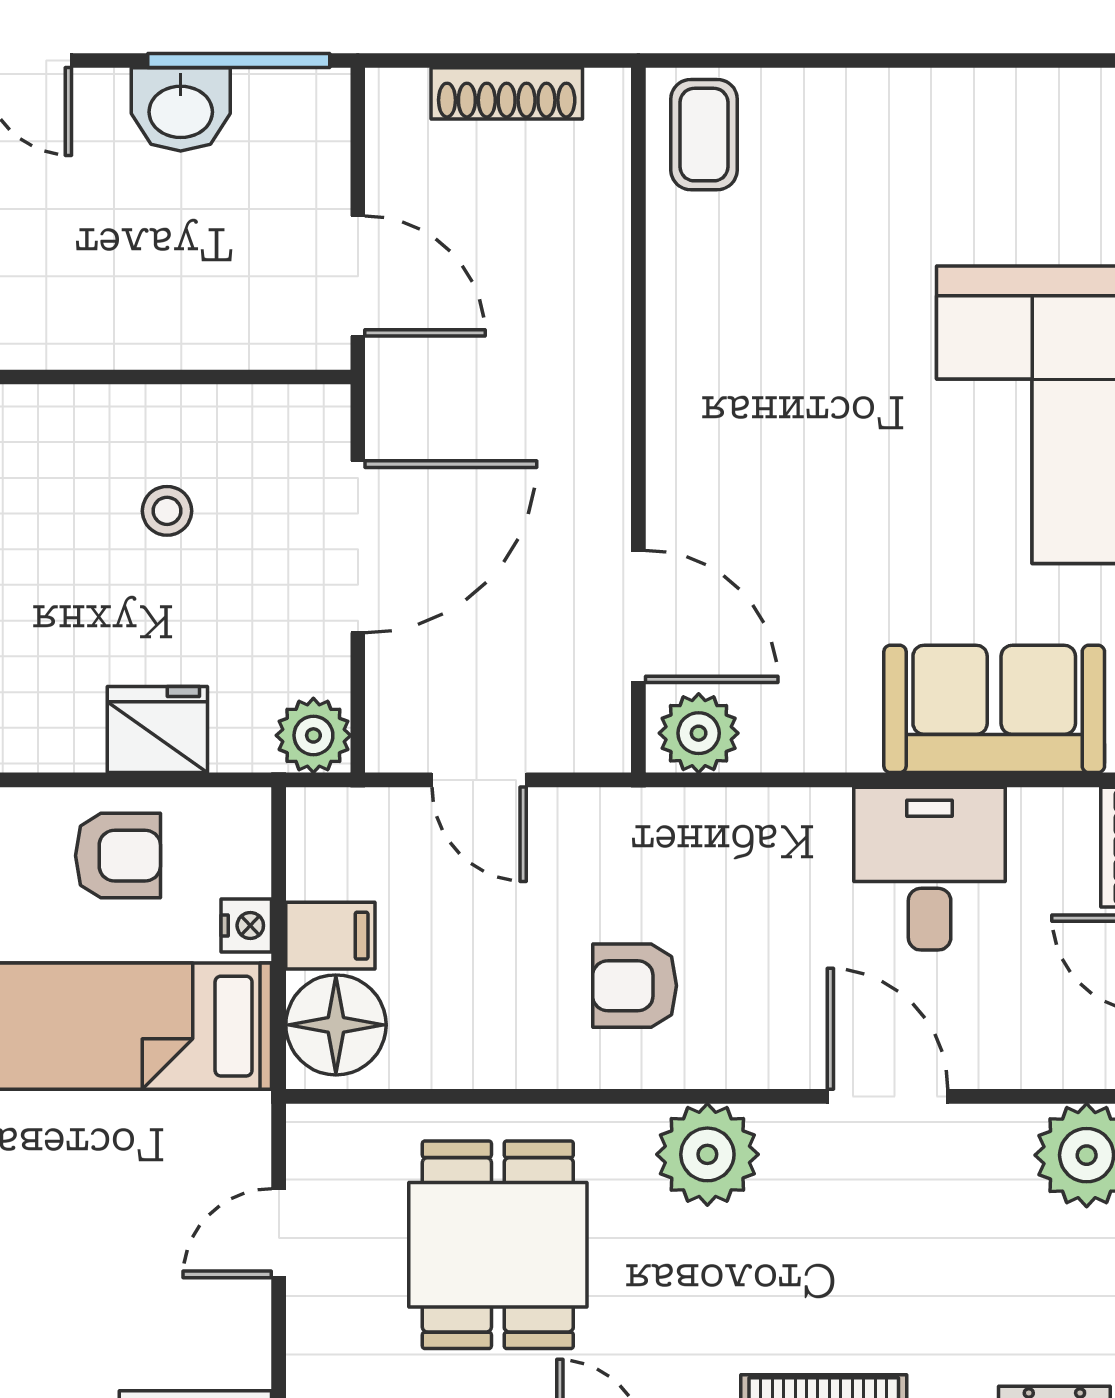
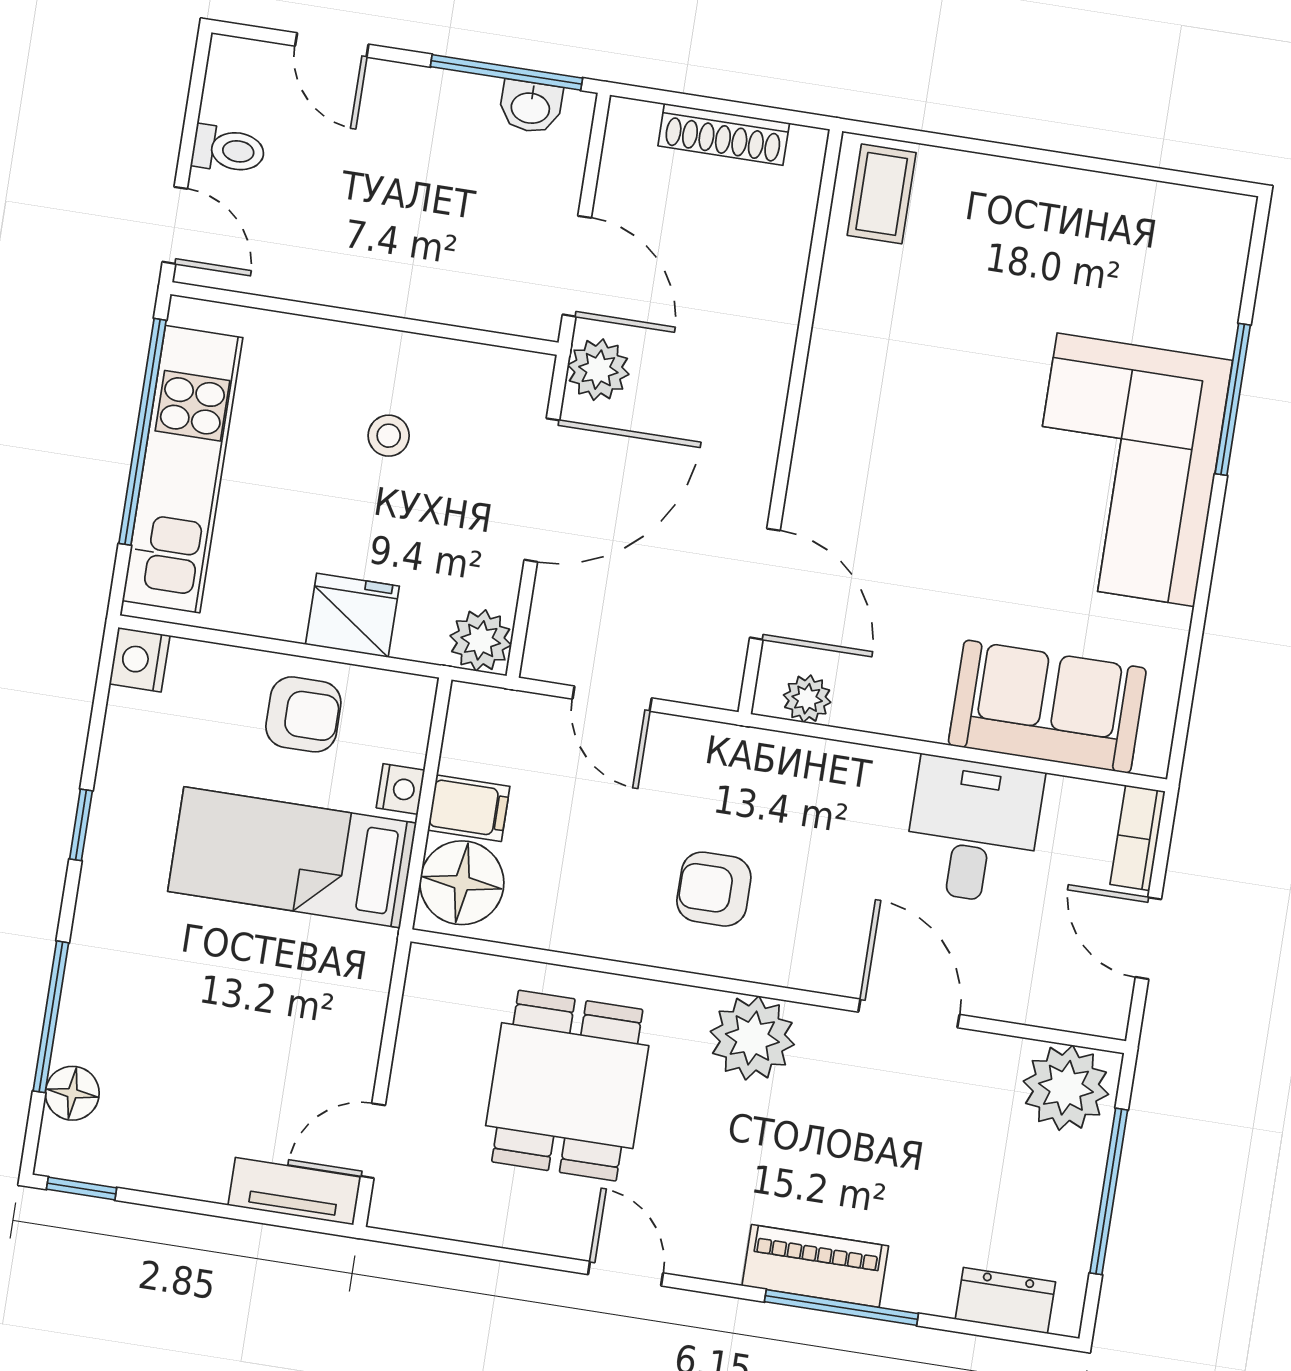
washbasin: (181, 109) -> (531, 107), moved, width x0.72, depth x0.69
plant: (402, 394) -> (598, 370), added
plant: (699, 733) -> (807, 699), width x0.73, depth x0.73
door: (279, 1233) -> (373, 1141), moved

